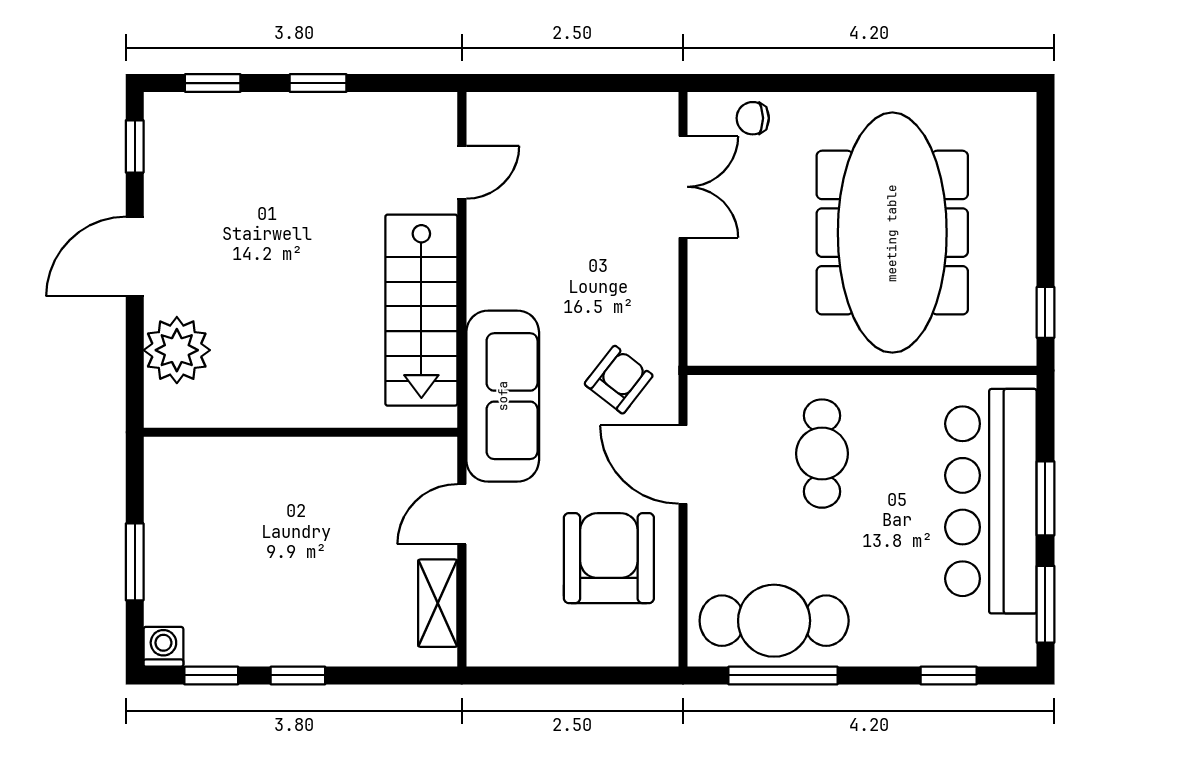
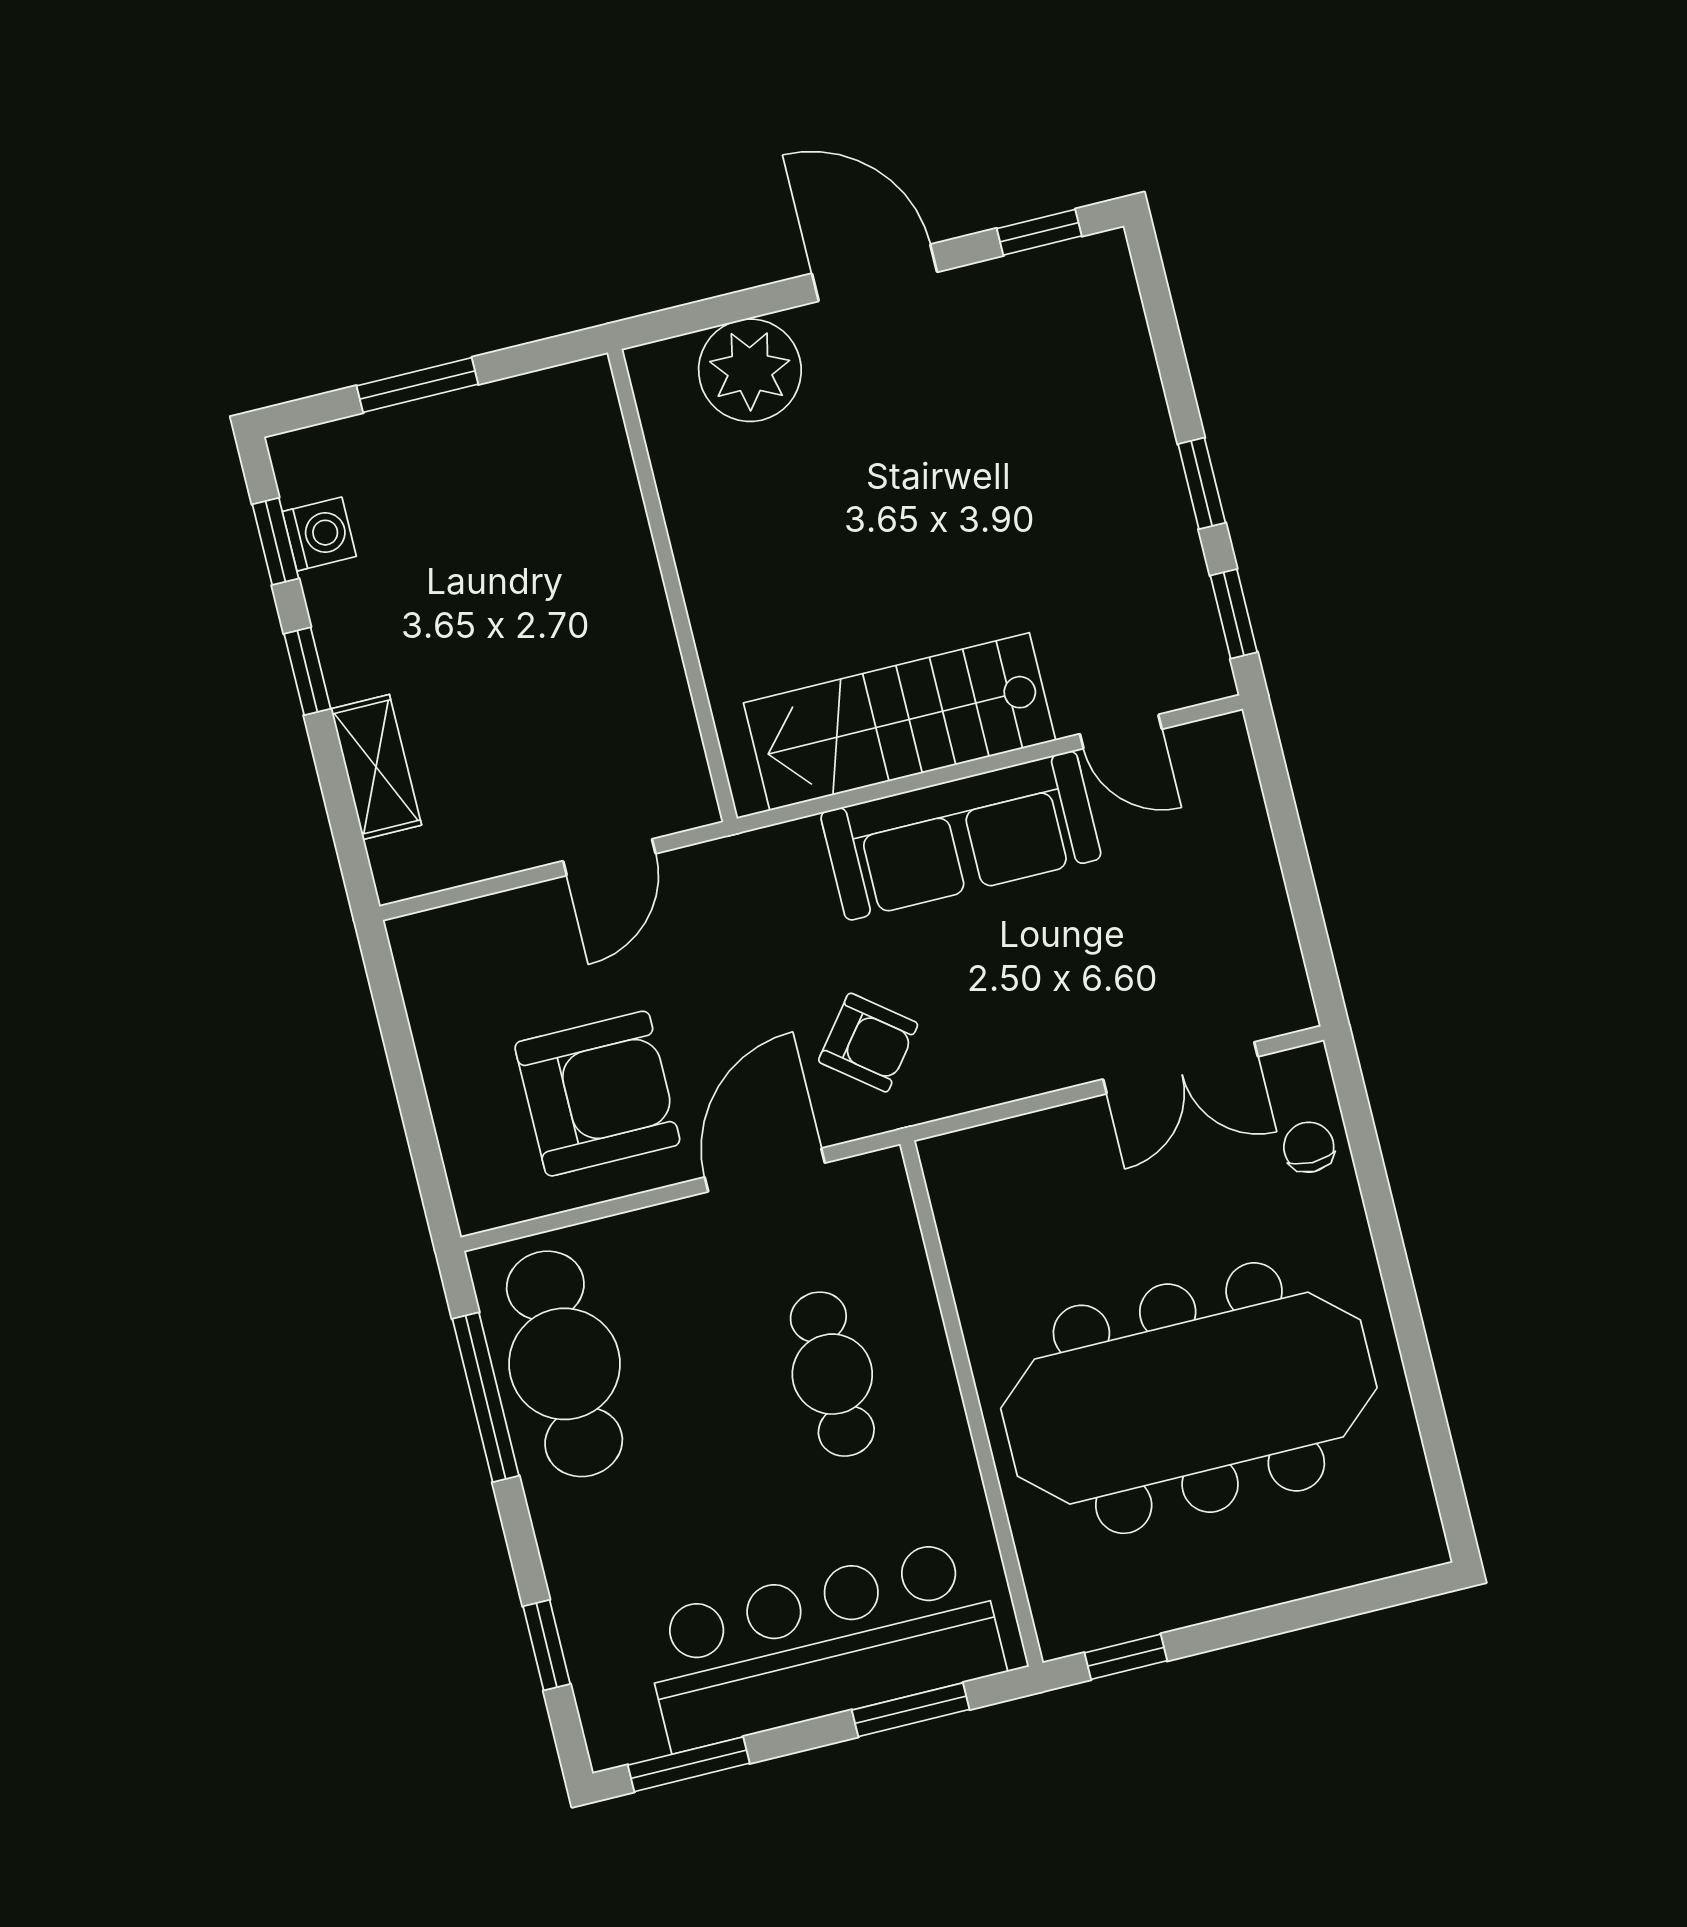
window: (213, 83) -> (1234, 614), moved
sofa: (503, 396) -> (961, 836), moved
cafe table: (822, 454) -> (832, 1374), turned 90
window: (1045, 498) -> (911, 1710), moved
door: (462, 514) -> (609, 857), swing flipped
shelving: (438, 603) -> (376, 767), moved, turned 90
washing machine: (163, 647) -> (319, 534), moved

